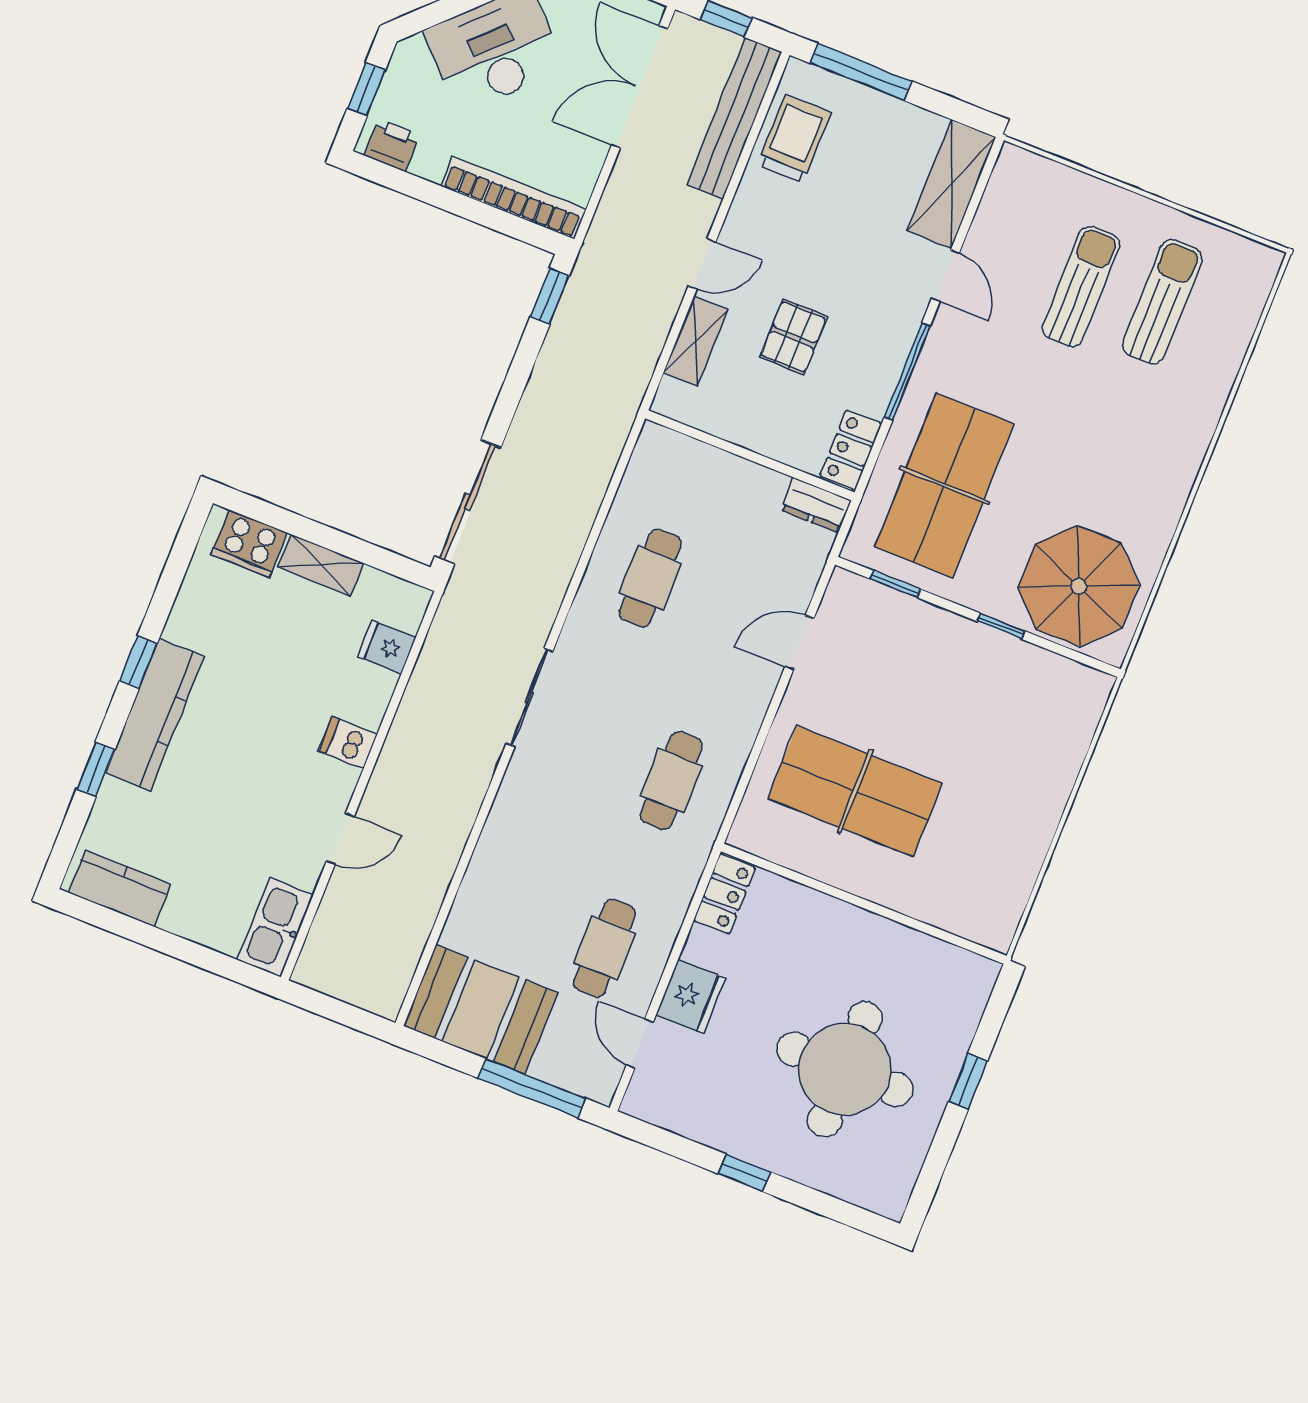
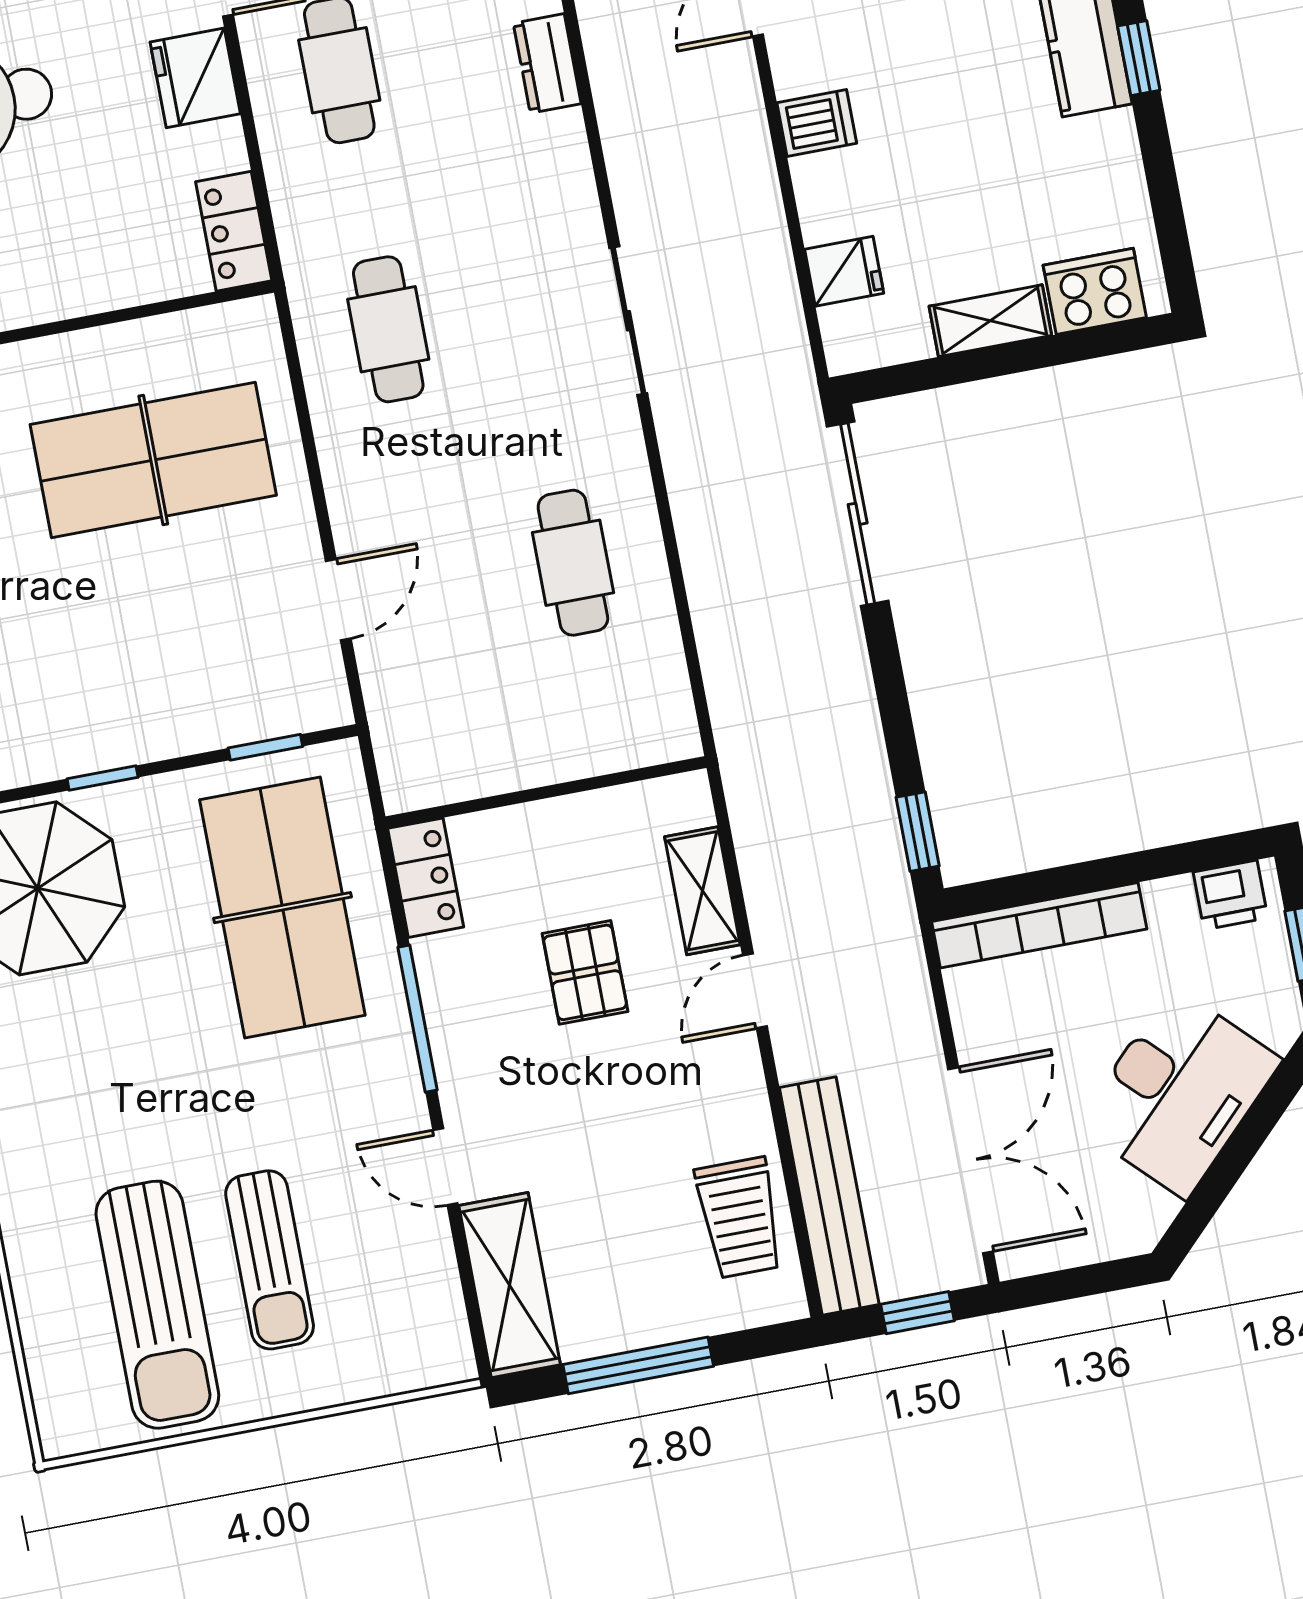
window: (861, 72) -> (638, 1365), moved
sun lounger: (1162, 302) -> (157, 1305), width x1.36, depth x1.34
dresser: (816, 505) -> (547, 63), moved, turned -90

